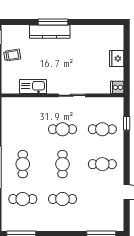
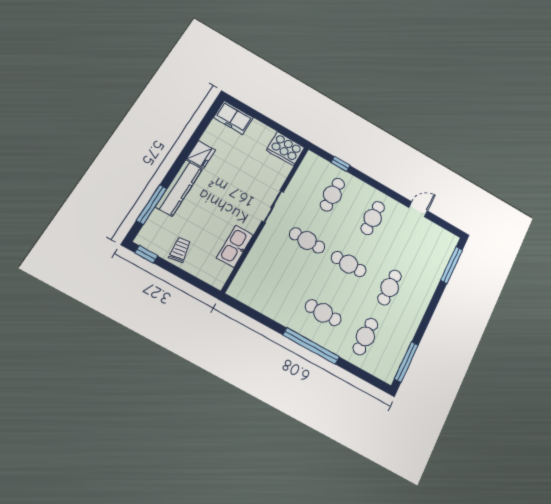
window: (53, 22) -> (152, 204), moved
freezer: (116, 37) -> (233, 118), added
fridge: (117, 59) -> (201, 154), moved, turned -90
cooker: (117, 87) -> (285, 149), width x1.87, depth x1.31
cafe table: (63, 129) -> (307, 240), turned 90

